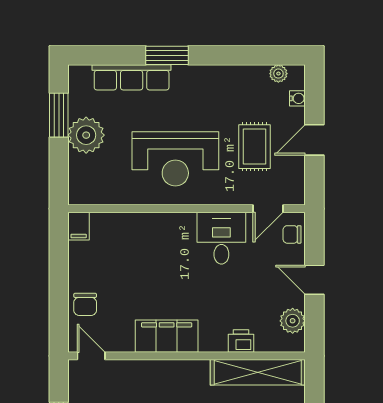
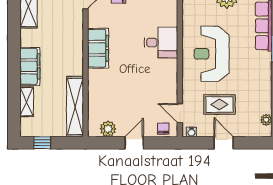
water cooler: (297, 98) -> (191, 132), moved
desk: (221, 238) -> (161, 42), moved
printer: (241, 341) -> (95, 96), removed

